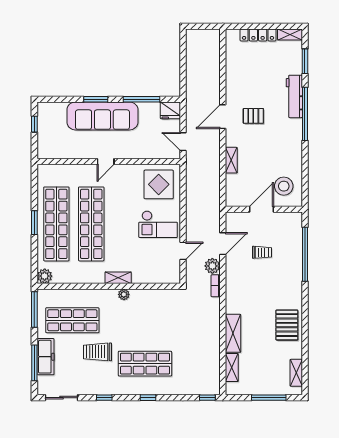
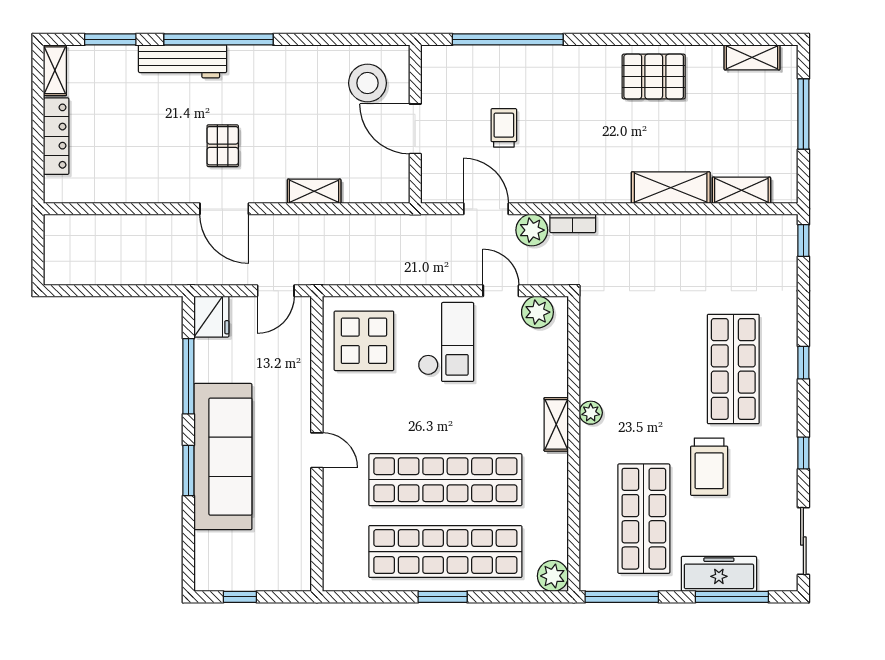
plant: (173, 269) -> (537, 312), added

